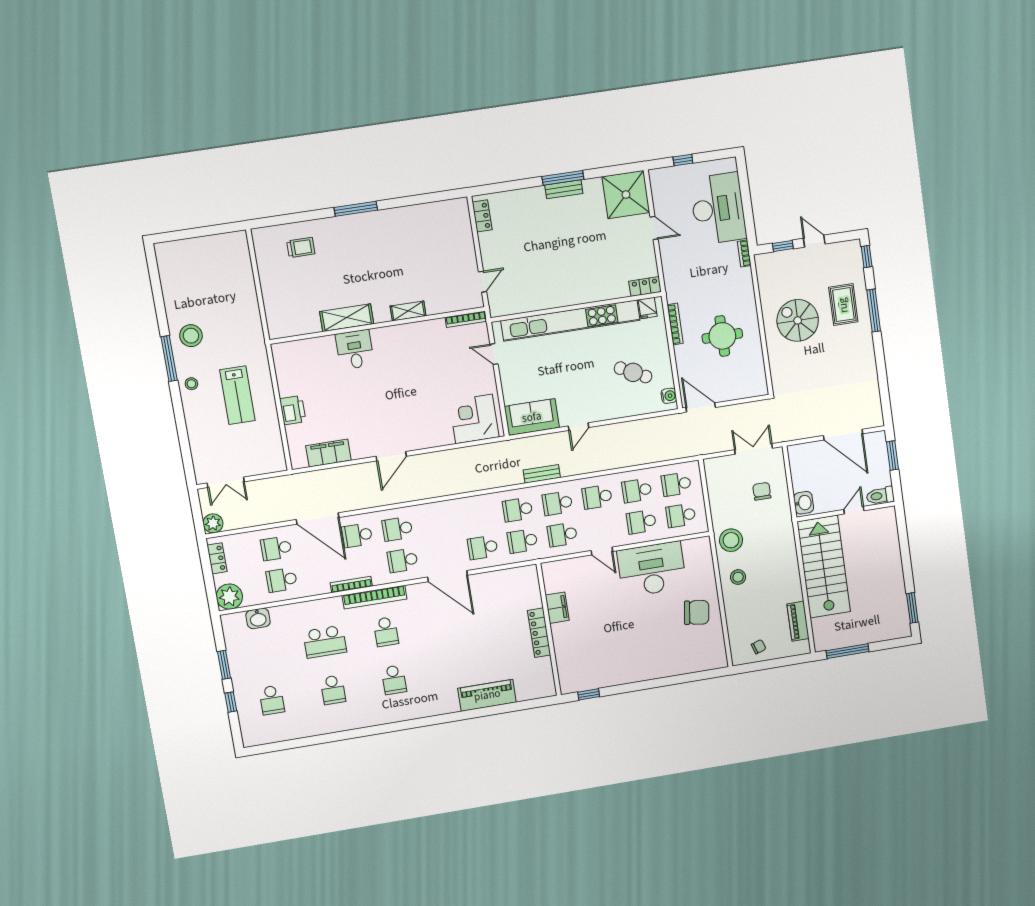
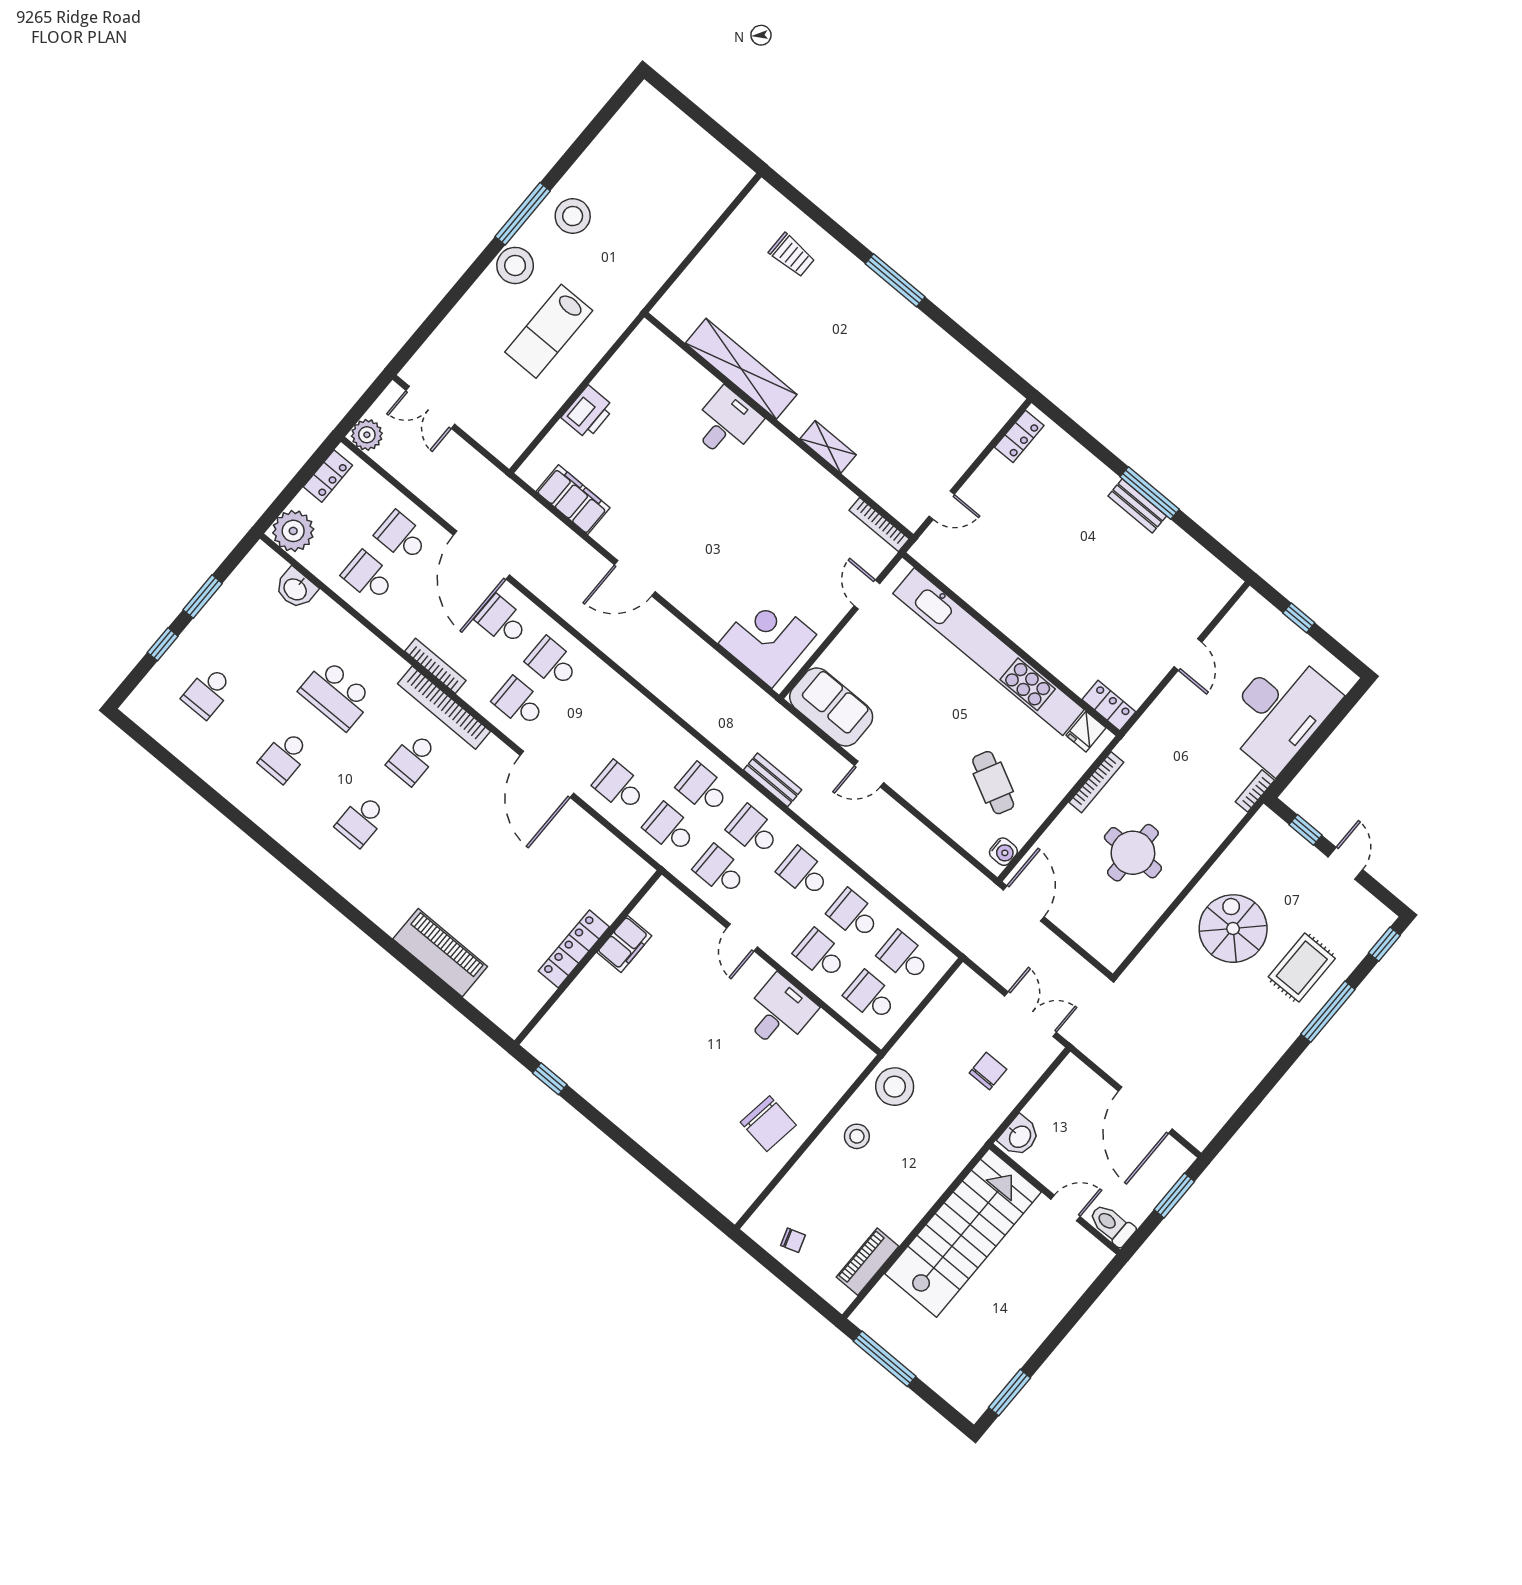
shower: (626, 195) -> (1197, 586), removed
shelving: (347, 318) -> (741, 369), width x1.47
stool: (191, 384) -> (515, 265), width x1.89, depth x1.89
desk: (652, 569) -> (779, 1013), width x0.53, depth x0.77

